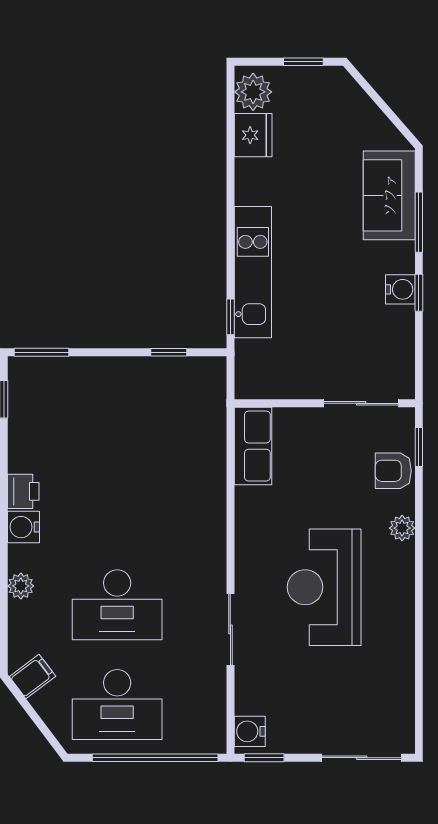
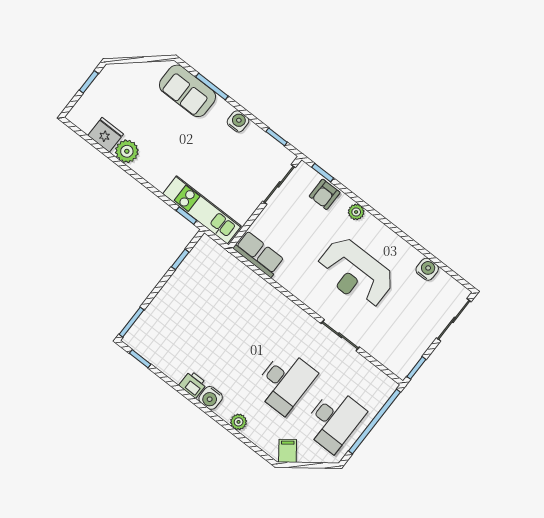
plant: (253, 92) -> (127, 151), moved
kitchen unit: (253, 272) -> (202, 210), moved
window: (419, 293) -> (277, 137), moved
water cooler: (250, 731) -> (427, 269), moved, turned 180

